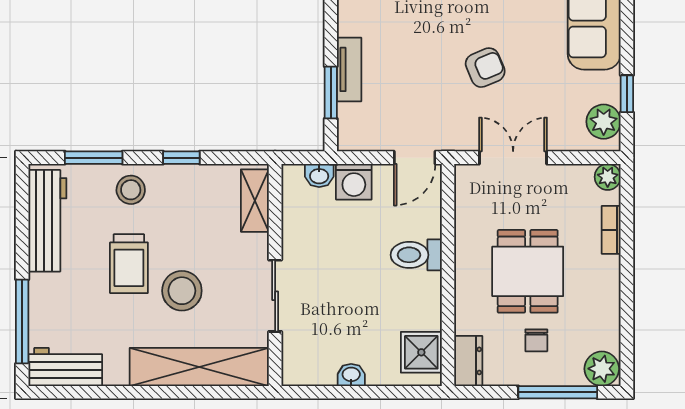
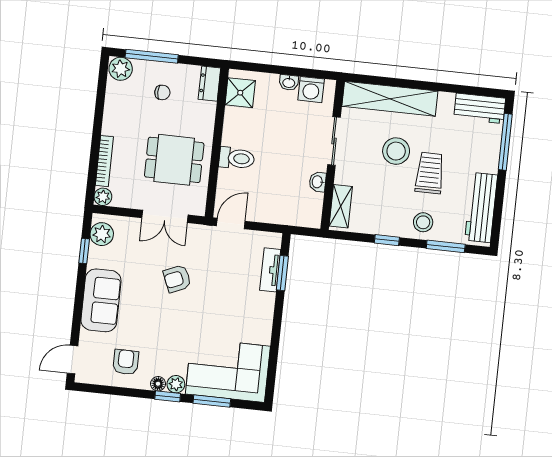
tv unit: (349, 69) -> (270, 270), moved
washbasin: (319, 175) -> (318, 182), moved, turned -90
washing machine: (354, 182) -> (311, 90), moved, turned 180
bookcase: (611, 230) -> (104, 161), width x1.56
dining table: (528, 271) -> (174, 160), moved, turned 90
chair: (536, 340) -> (162, 92), turned 90

